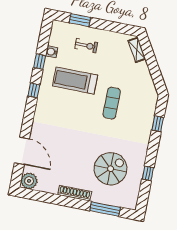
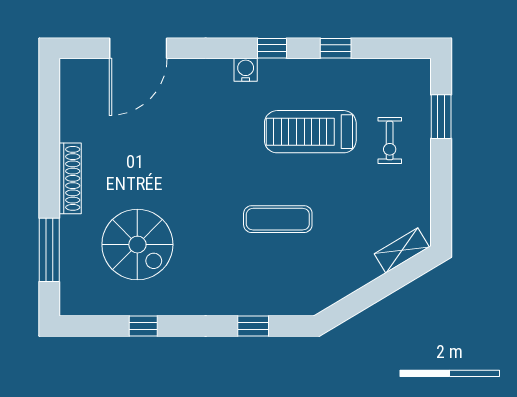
water cooler: (52, 52) -> (246, 70), moved
treadmill: (75, 81) -> (310, 132), turned -90
plant: (29, 181) -> (77, 76), removed

